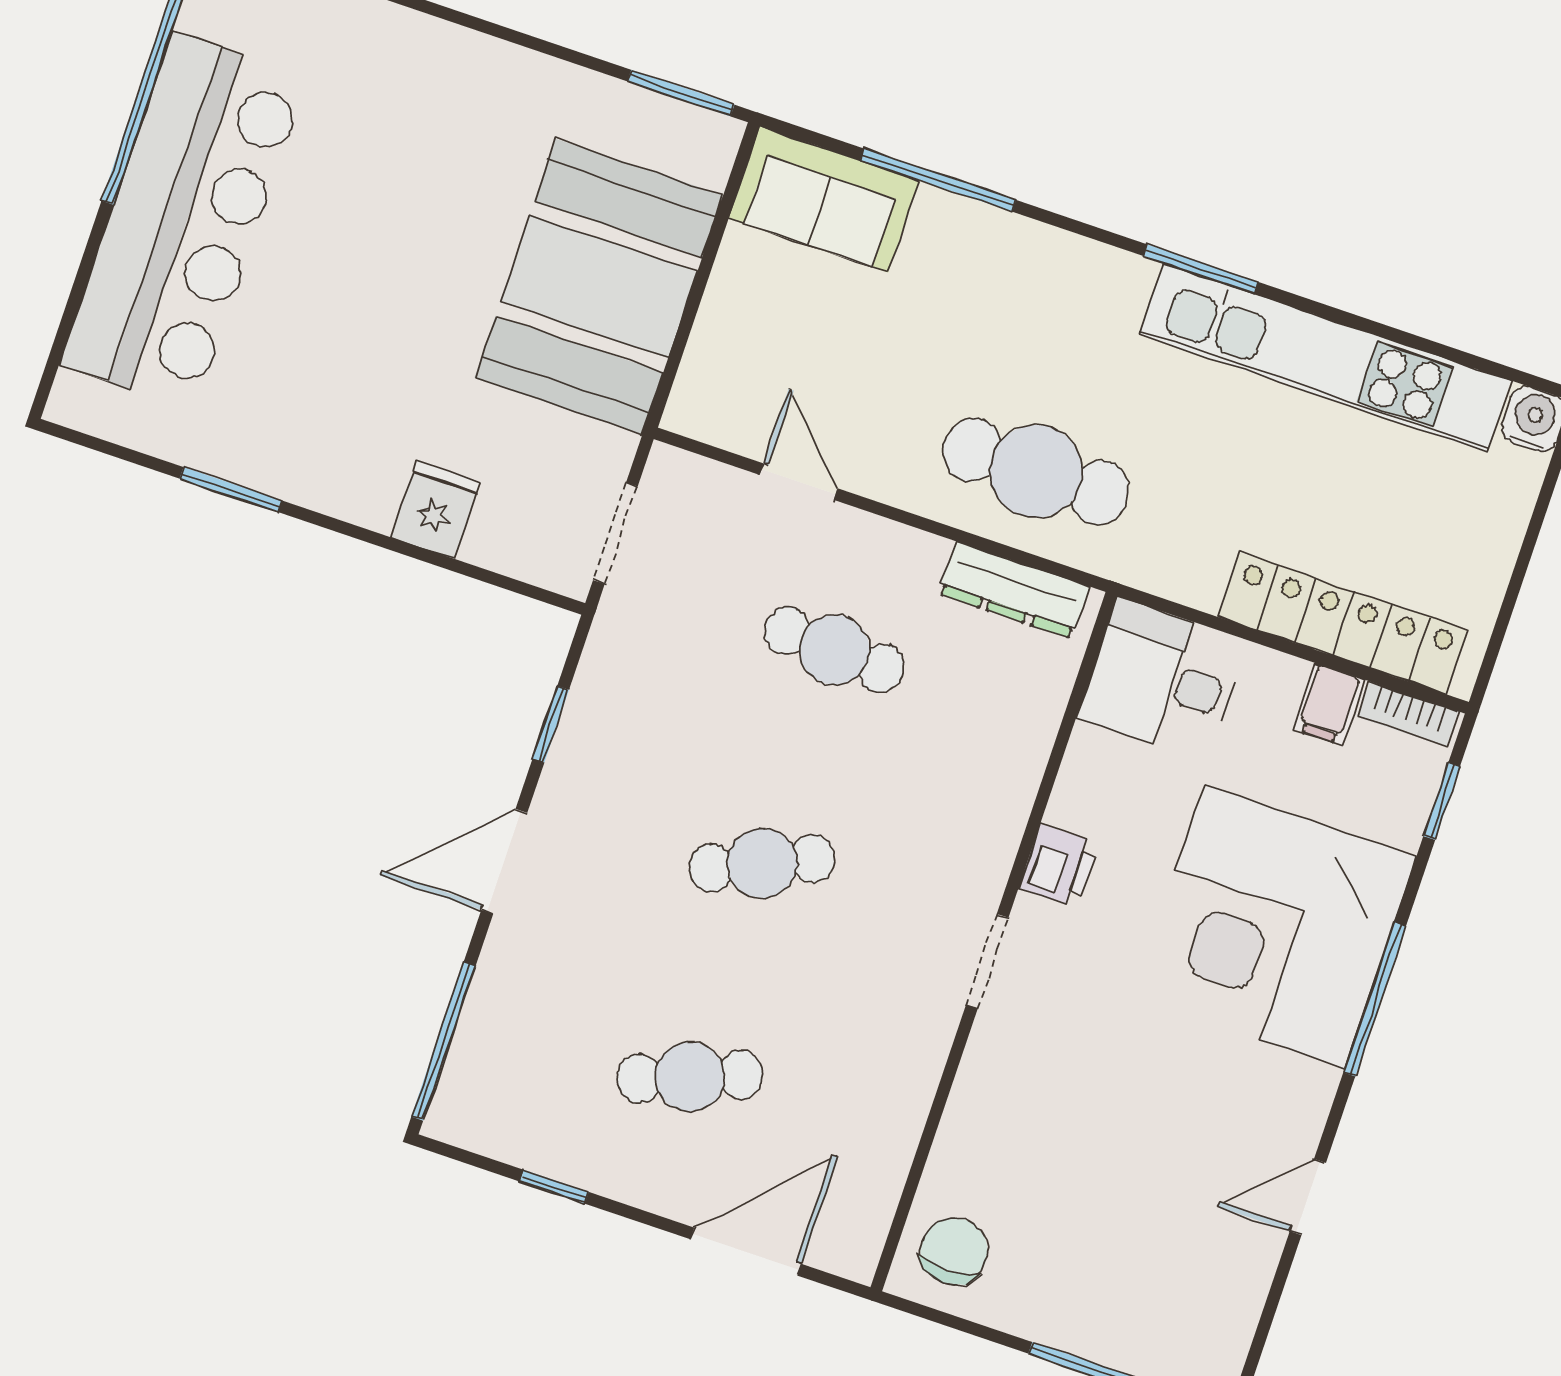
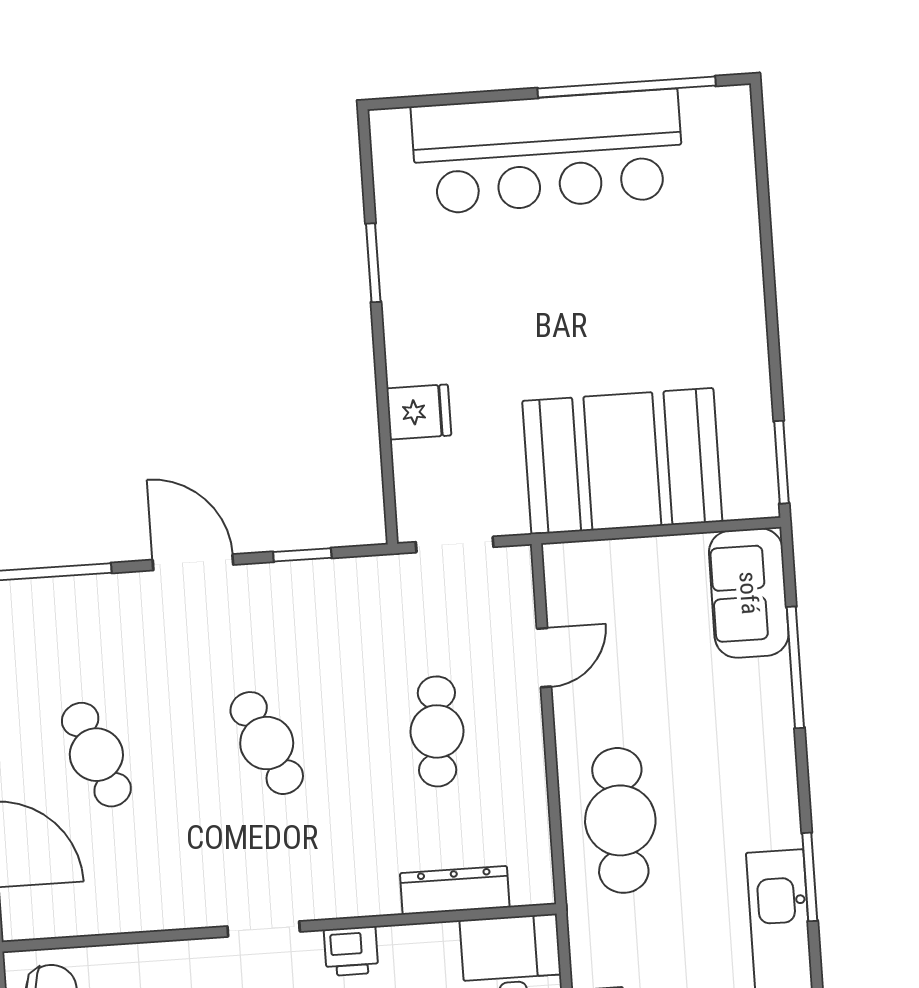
dresser: (1014, 590) -> (455, 890), moved, turned 90

